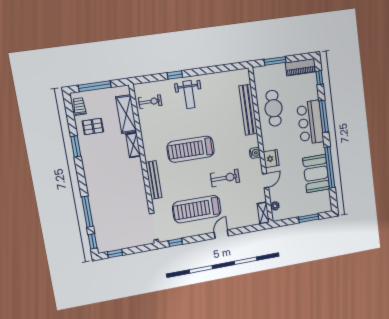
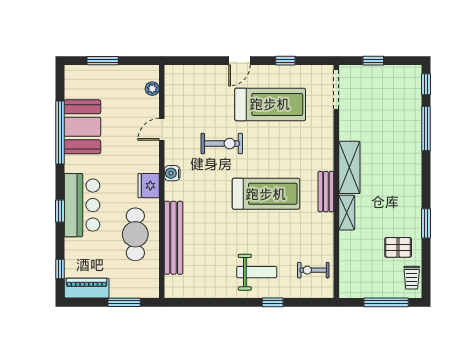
weight bench: (189, 95) -> (257, 272), turned 90
shelving: (126, 114) -> (349, 167), moved
window: (324, 116) -> (60, 211), width x0.46
fridge: (271, 159) -> (149, 186), moved
exercise bike: (225, 178) -> (222, 144), turned 180
bench: (154, 180) -> (326, 192), moved, width x0.73
shelving: (263, 213) -> (172, 81), removed
window: (176, 242) -> (285, 61), moved
window: (115, 254) -> (373, 61), moved

